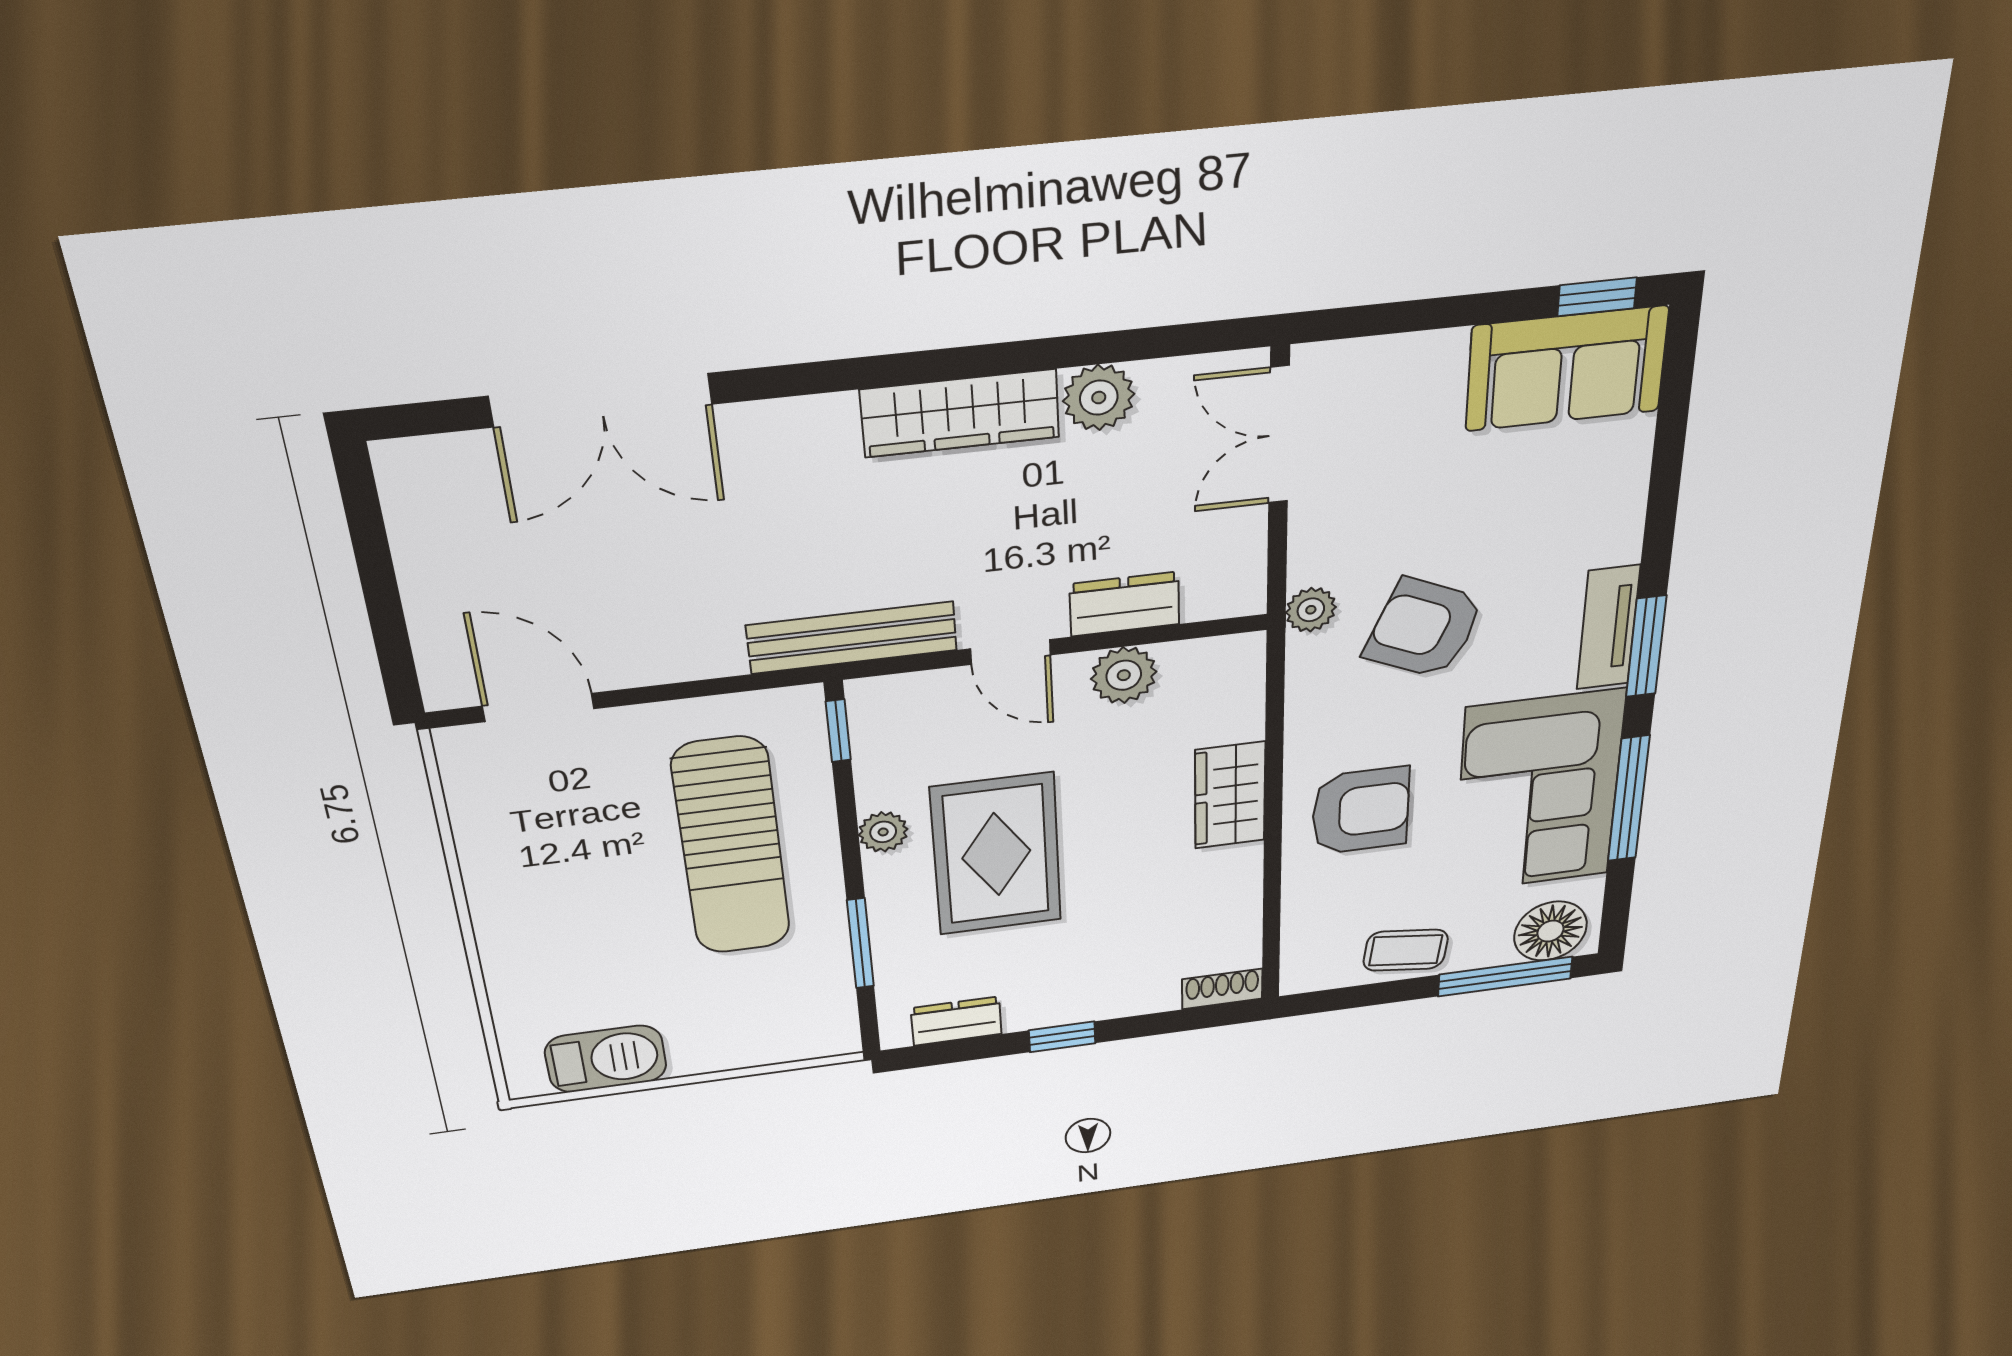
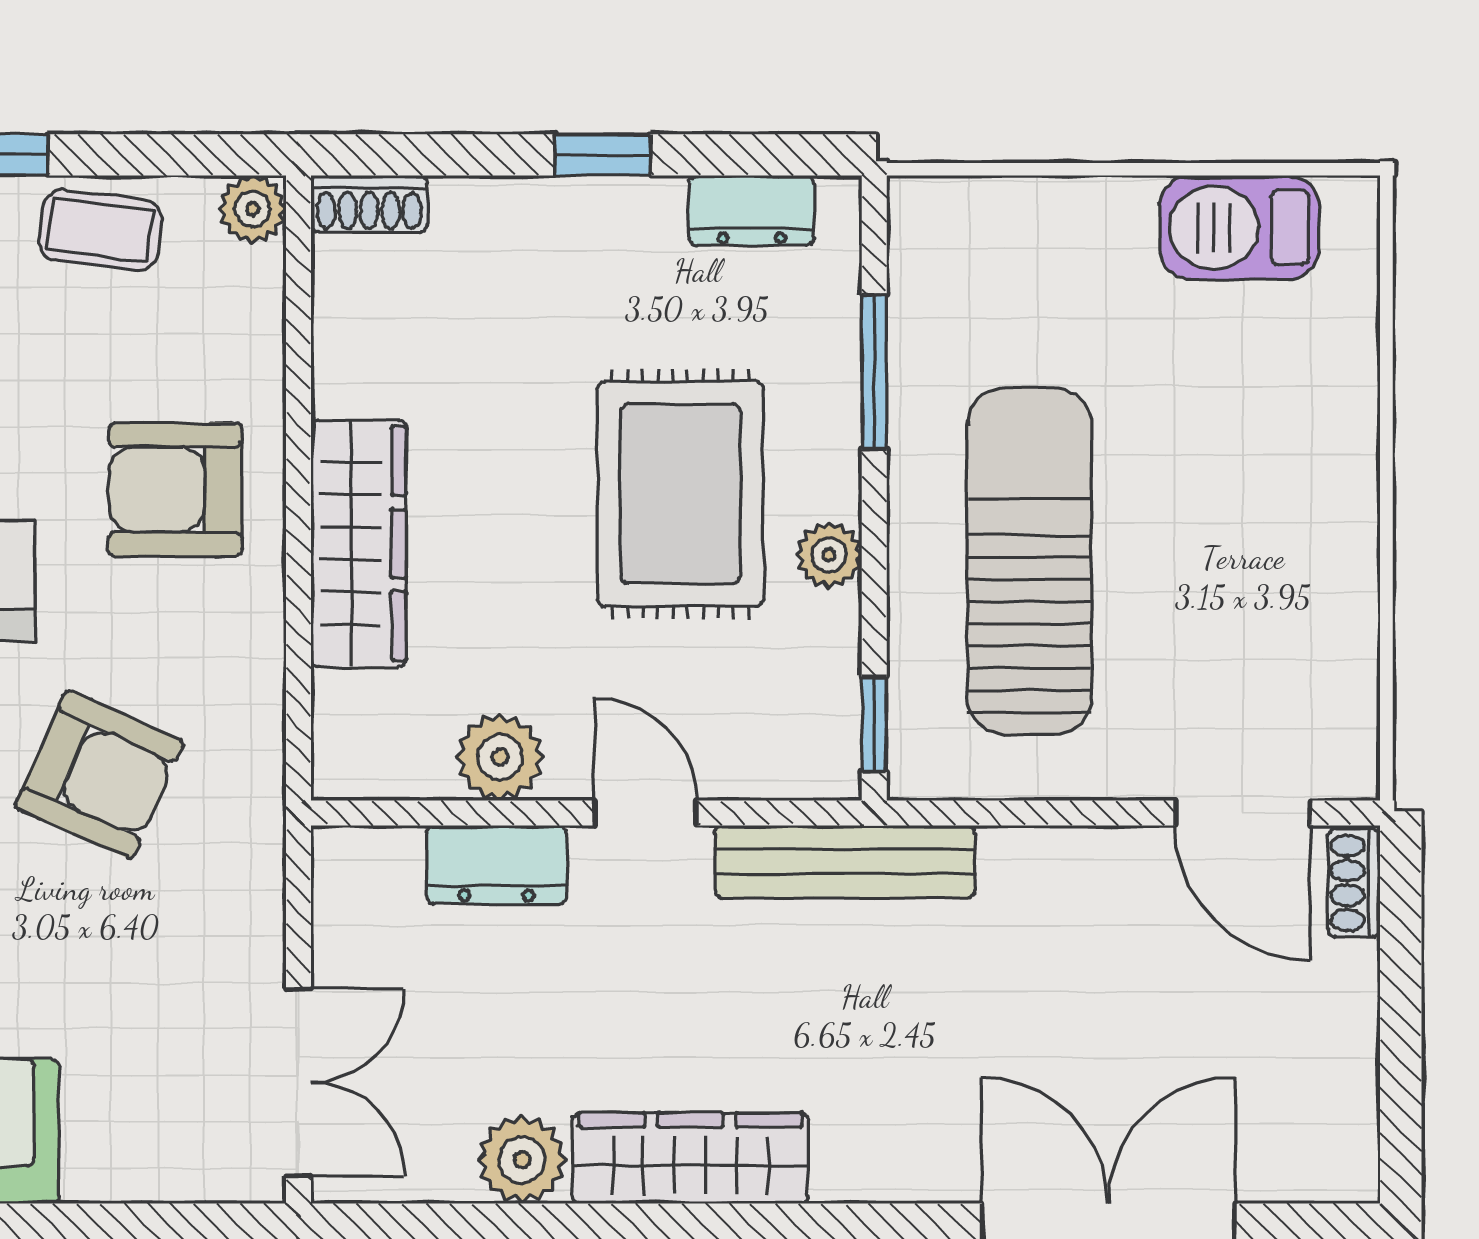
plant: (1311, 610) -> (253, 209), moved
shoe rack: (438, 671) -> (1354, 883), added
wardrobe: (1230, 795) -> (359, 543), width x1.50

